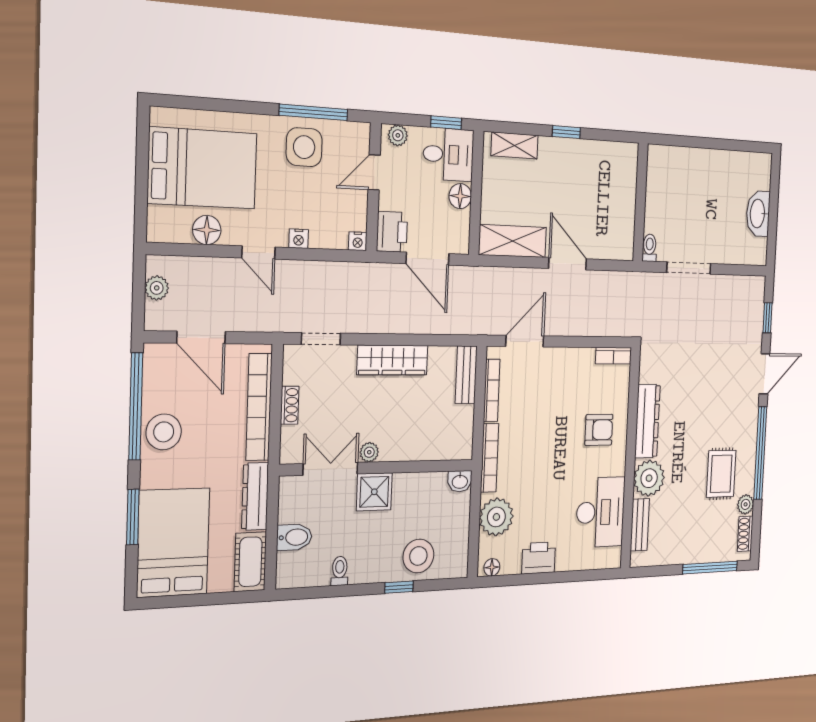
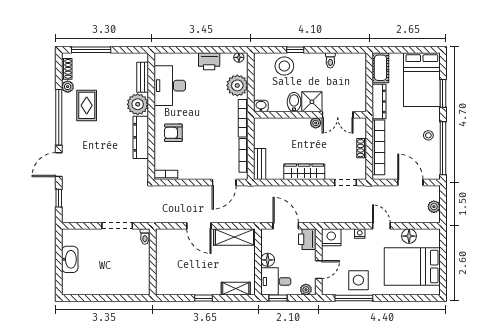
nightstand: (358, 241) -> (331, 237), width x1.89, depth x1.79
stool: (164, 432) -> (428, 135), width x0.53, depth x0.53
bidet: (294, 537) -> (294, 102), moved, turned 90

